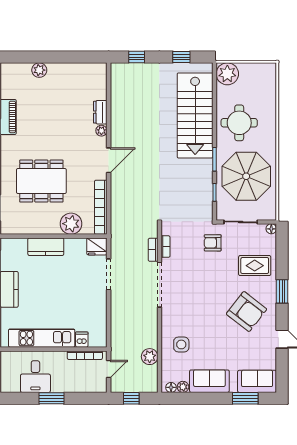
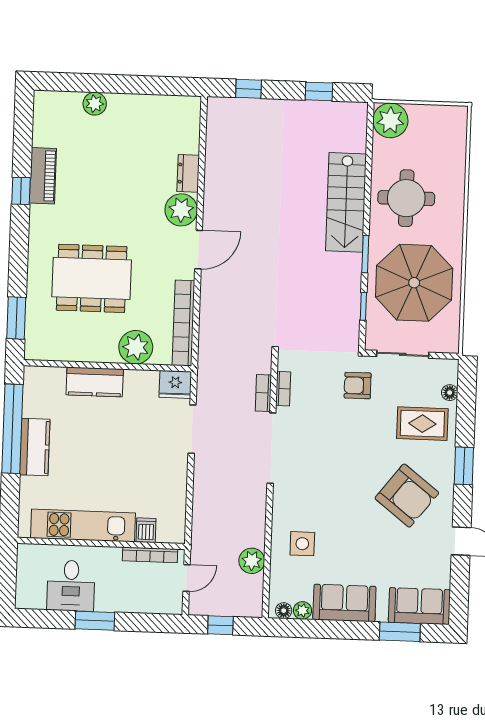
stairs: (195, 115) -> (346, 202), width x0.73, depth x0.66
plant: (101, 131) -> (181, 210), width x1.88, depth x1.88
floor lamp: (271, 229) -> (450, 393), moved

